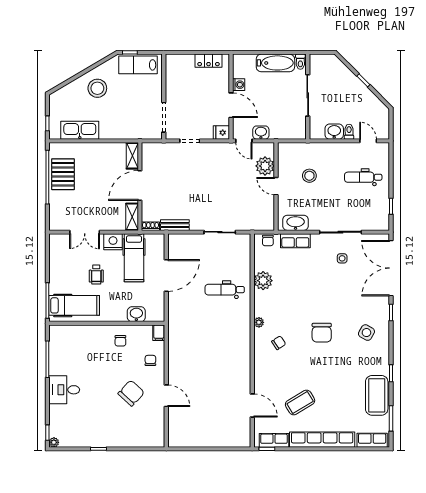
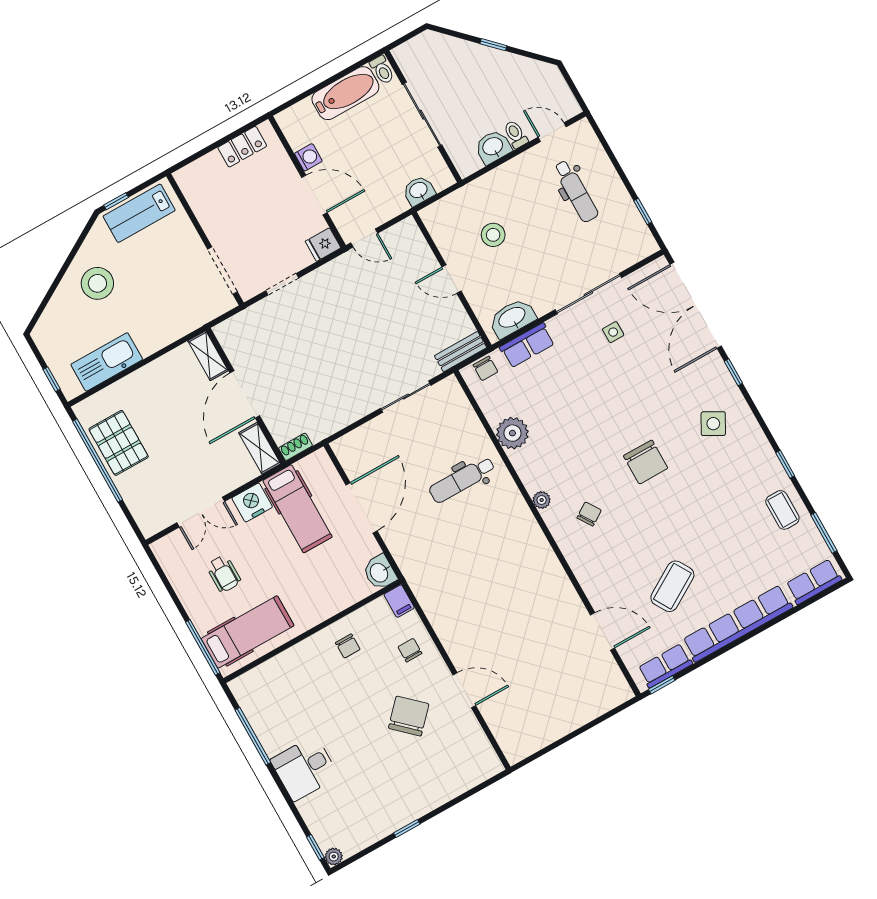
washbasin: (261, 133) -> (419, 191), moved
plant: (265, 166) -> (418, 258), removed
dental chair: (363, 177) -> (576, 191), turned -90
bench: (175, 225) -> (461, 352), moved
wheelchair: (96, 275) -> (224, 574), moved
washbasin: (136, 314) -> (380, 572), moved, turned -90
coffee table: (377, 395) -> (782, 510), width x0.54, depth x0.58

